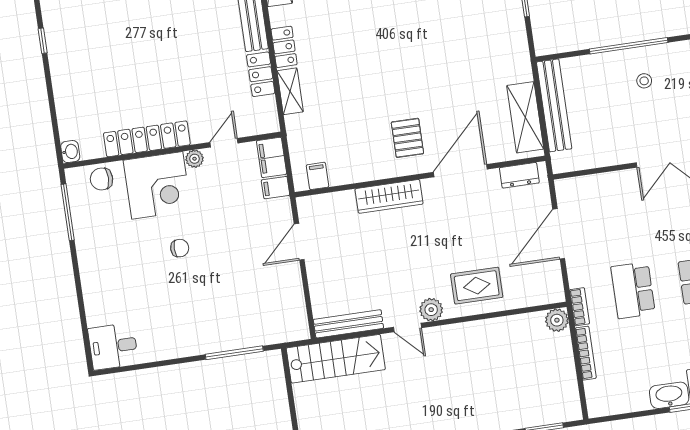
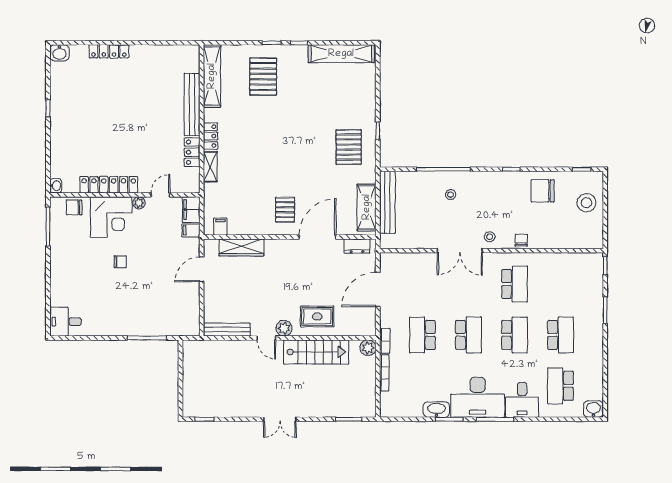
pallet: (486, 34) -> (349, 147), added
wardrobe: (389, 196) -> (241, 247), moved
stairs: (336, 359) -> (316, 352), moved

